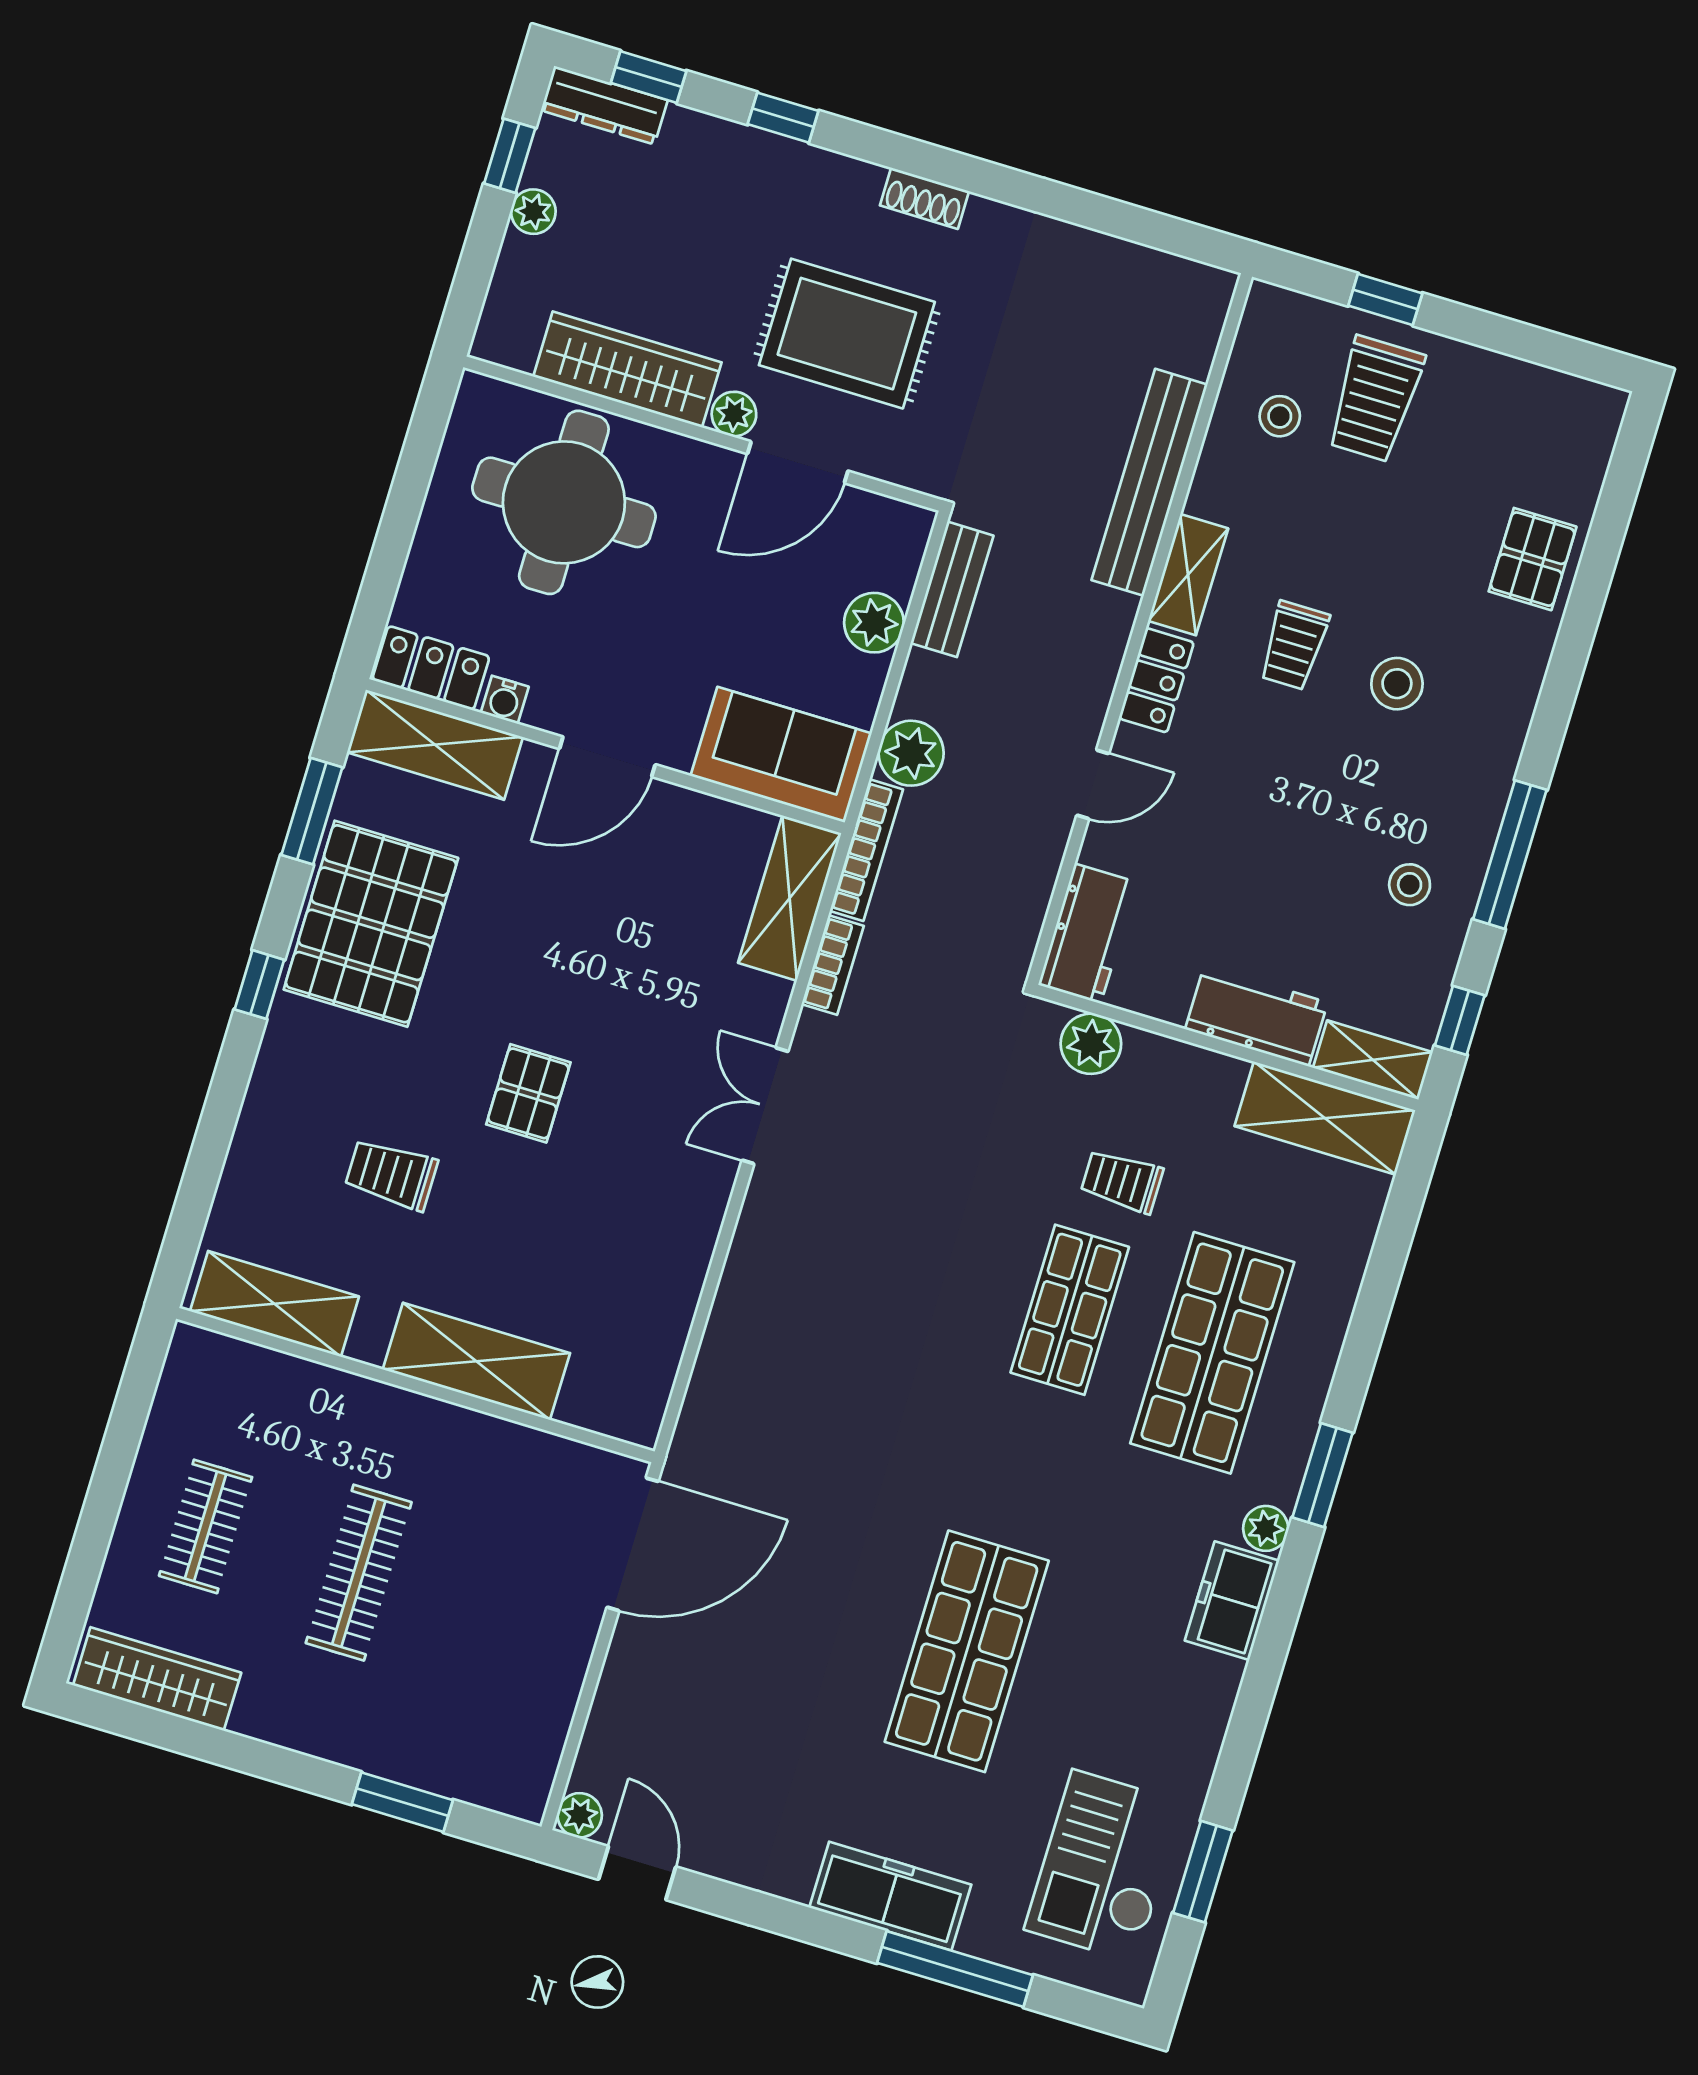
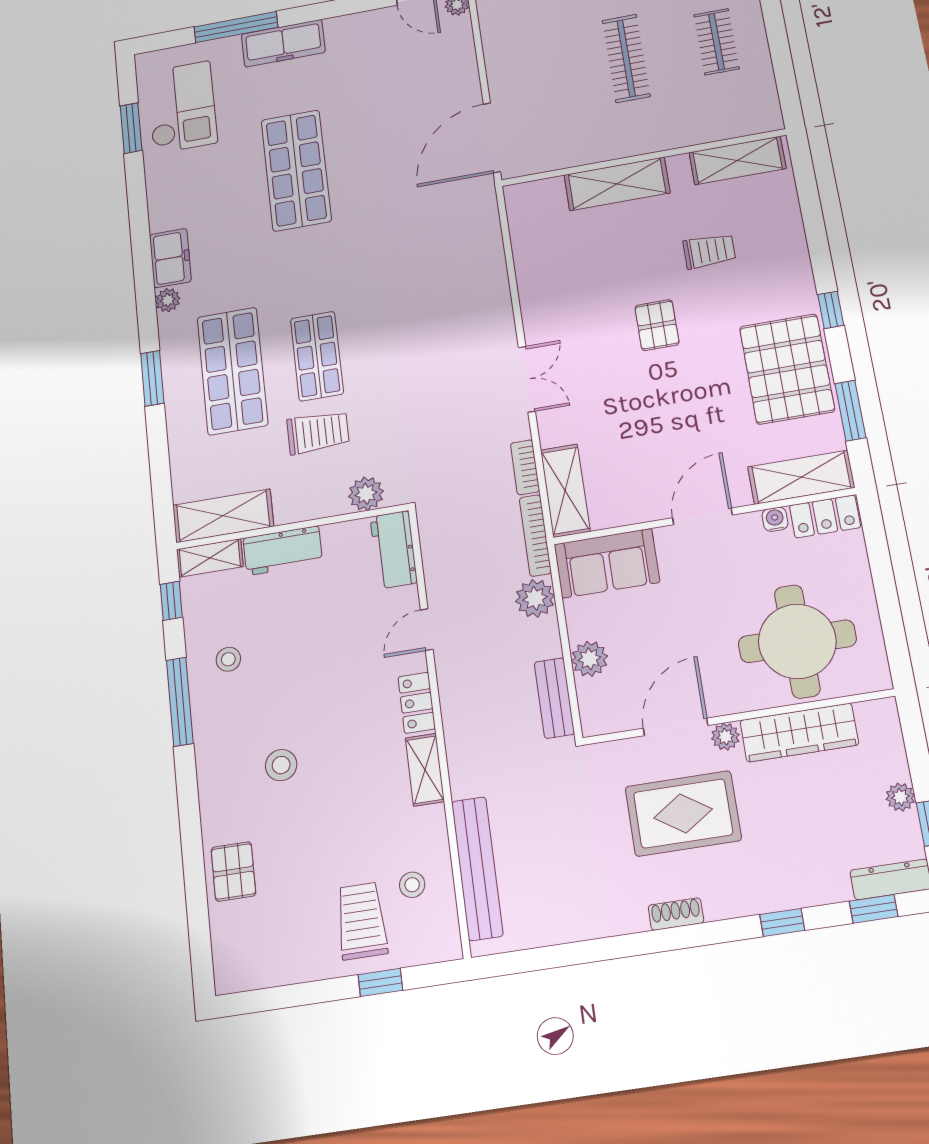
bench: (1149, 482) -> (477, 868), moved
trolley: (1294, 645) -> (348, 759), removed
trolley: (1122, 1181) -> (318, 432), width x1.36, depth x1.39
window: (1323, 1475) -> (152, 378), moved

